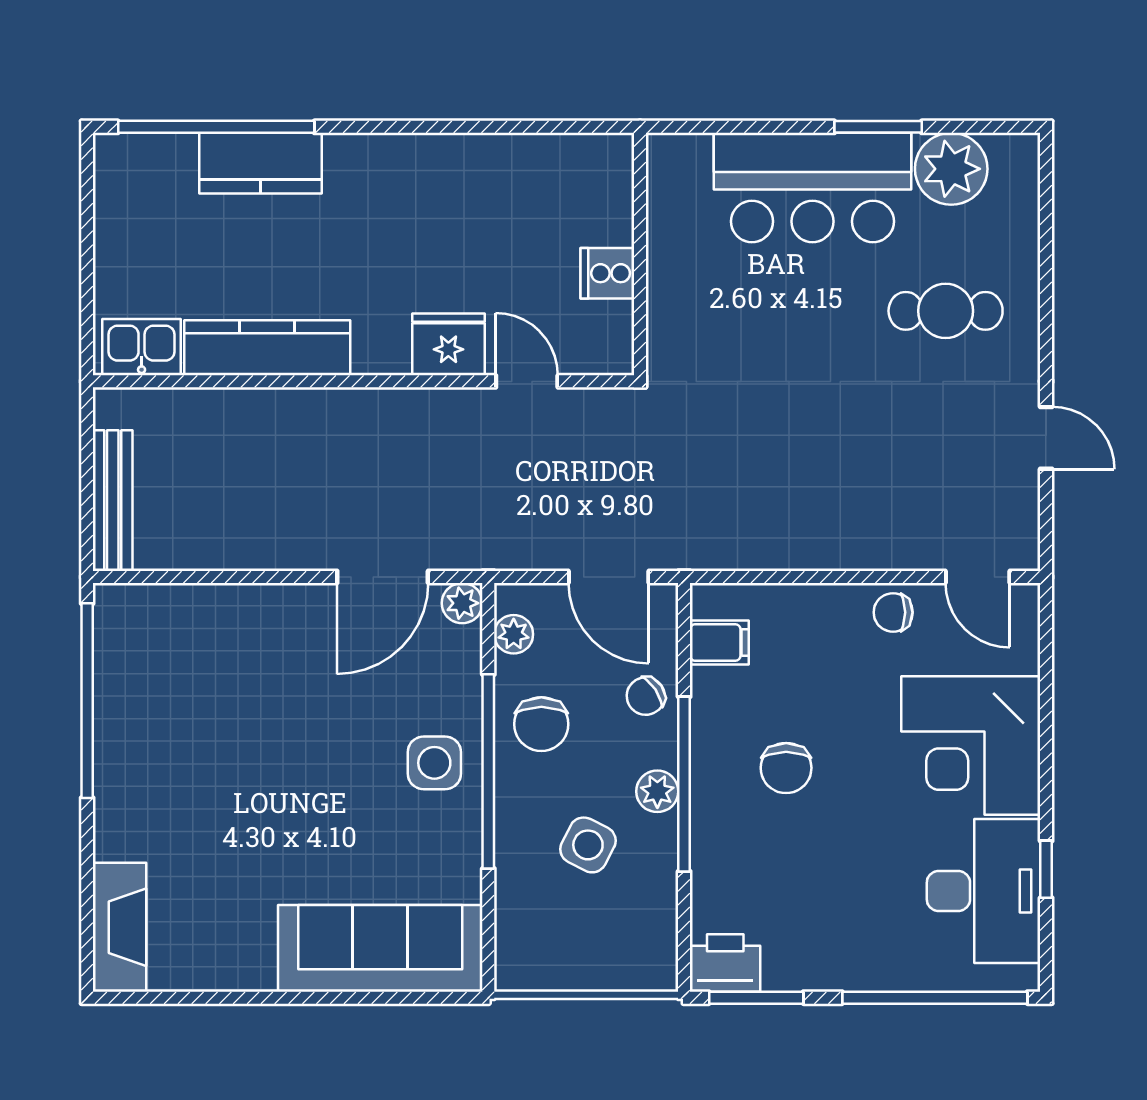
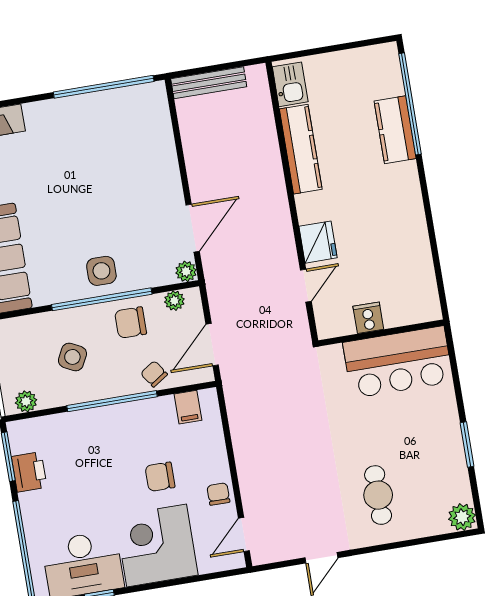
plant: (951, 169) -> (462, 517), moved, width x0.73, depth x0.73
bar counter: (812, 188) -> (398, 362), moved, turned -90
door: (383, 577) -> (193, 228), swing flipped
chair: (786, 768) -> (160, 477), moved
plant: (657, 791) -> (26, 401), moved
printer: (725, 963) -> (29, 472), moved

